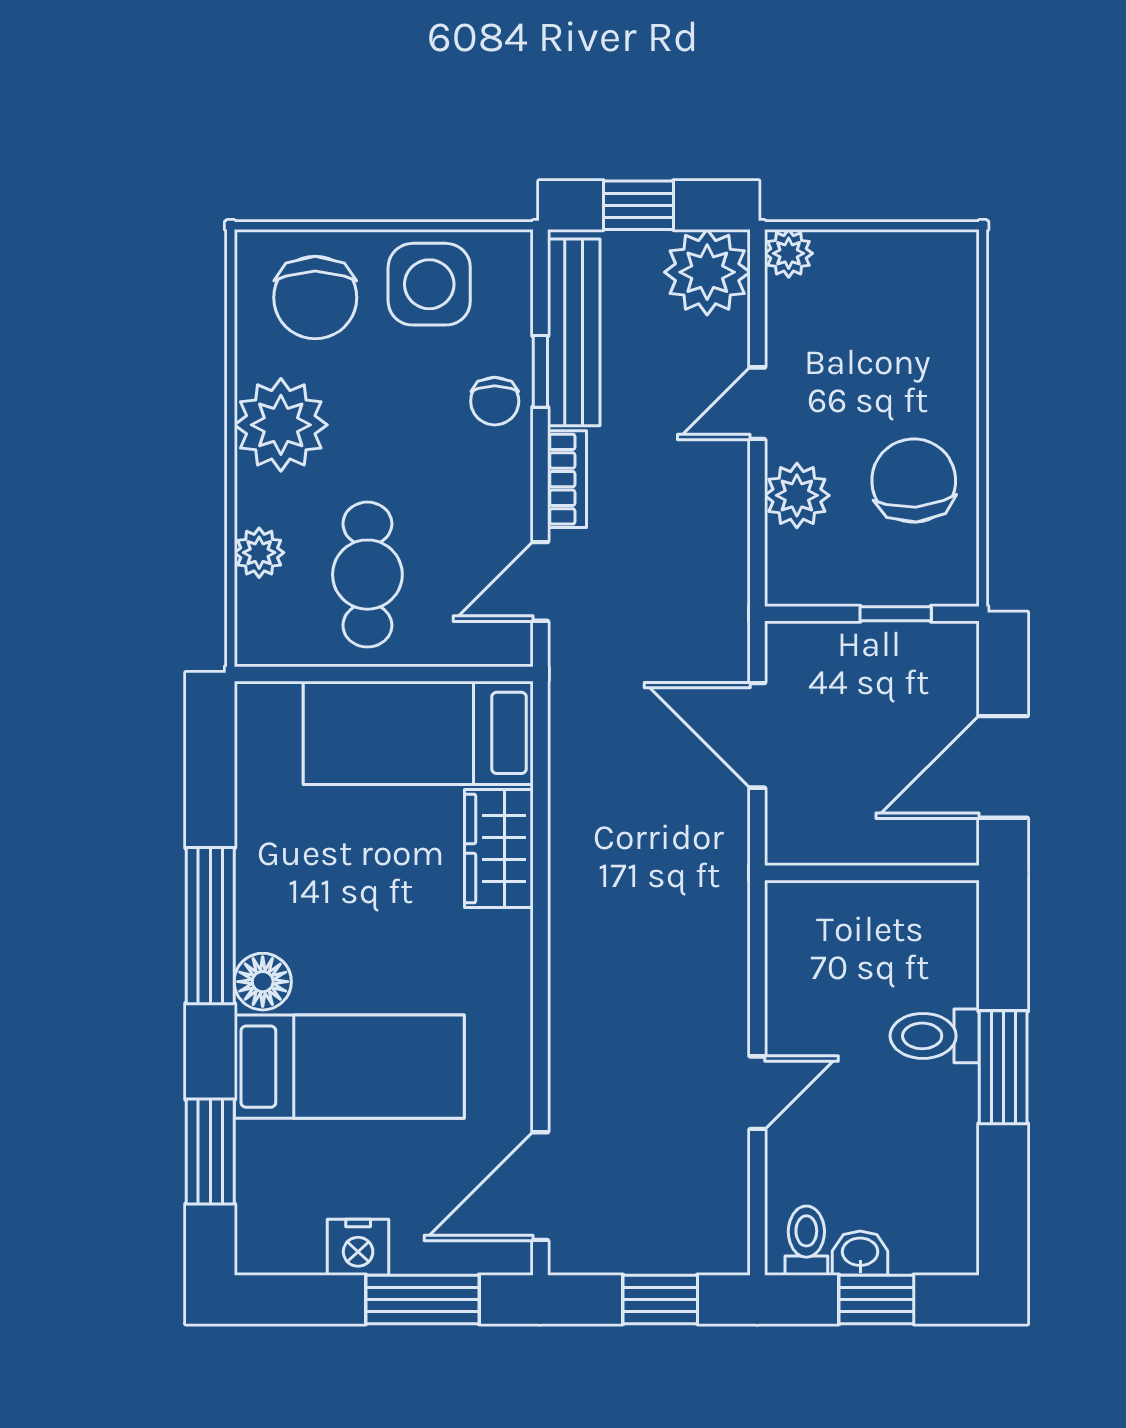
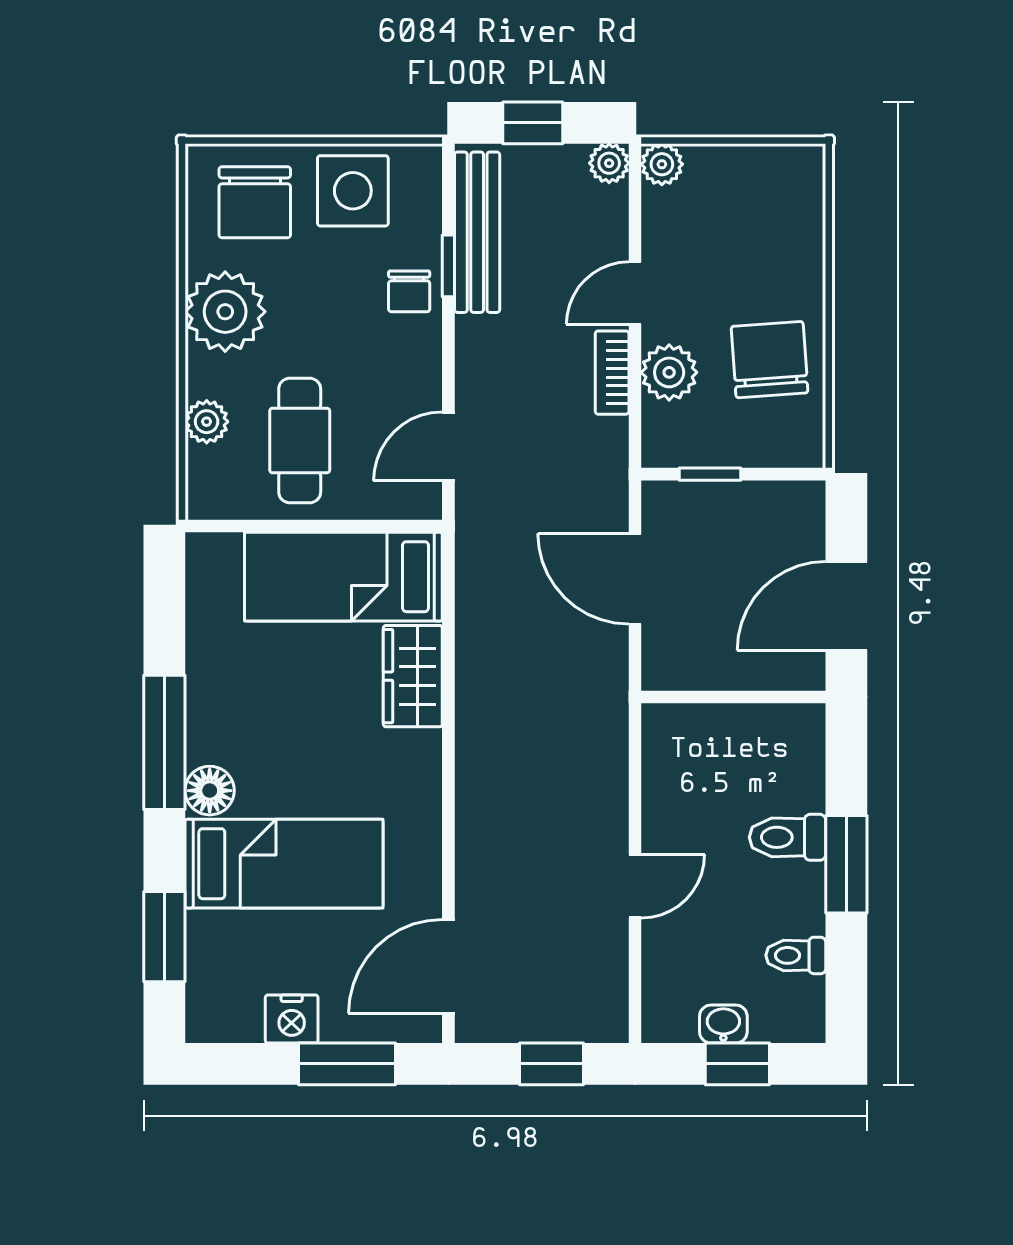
plant: (707, 272) -> (609, 163), width x0.53, depth x0.53
bookcase: (567, 479) -> (612, 373), moved, turned 180
window: (896, 614) -> (710, 474), moved
toilet: (806, 1241) -> (796, 955), moved, turned -90

